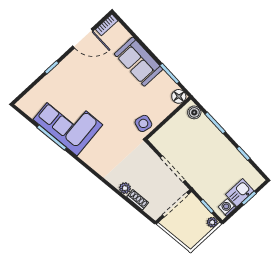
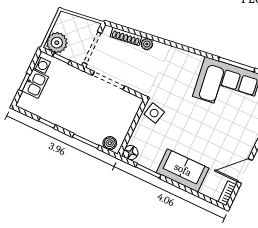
shoe rack: (138, 200) -> (126, 37), width x1.43
plant: (212, 222) -> (57, 43), width x1.87, depth x1.87

